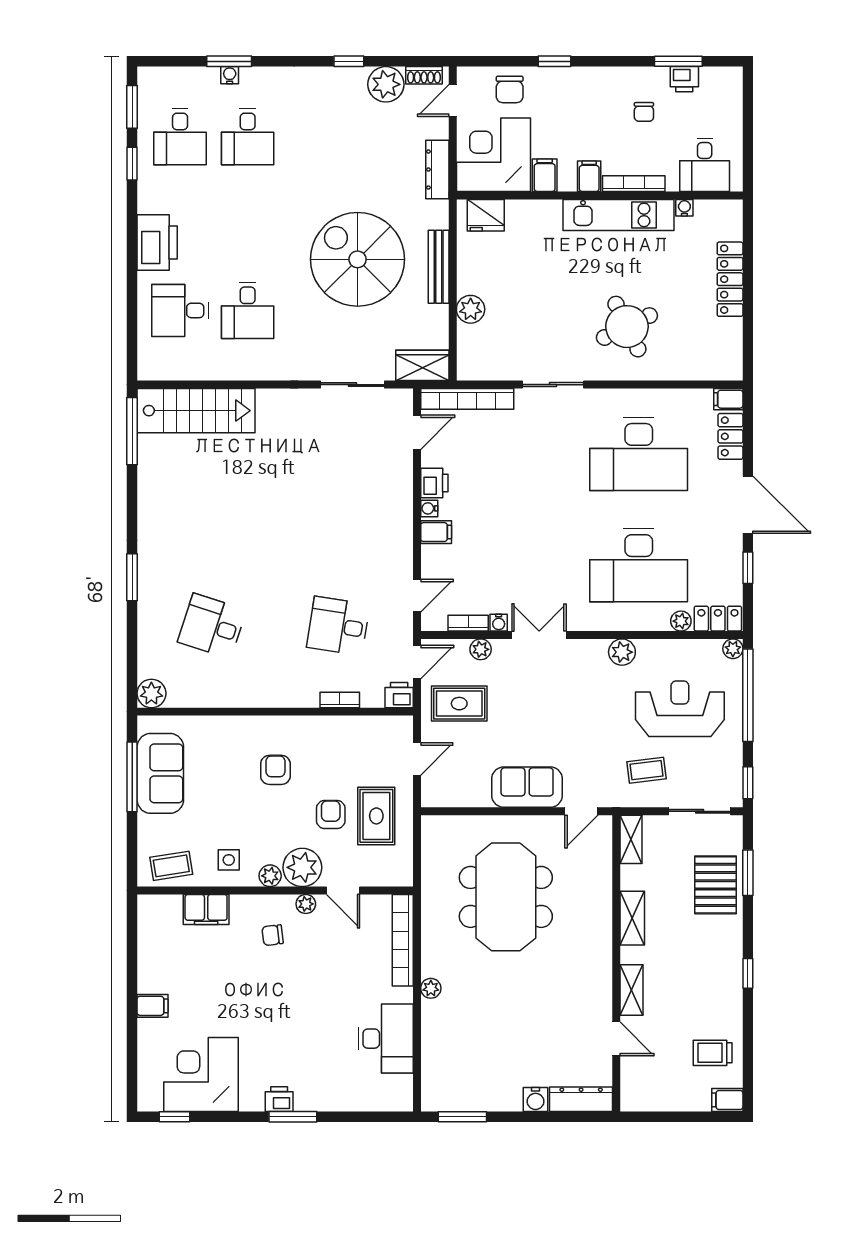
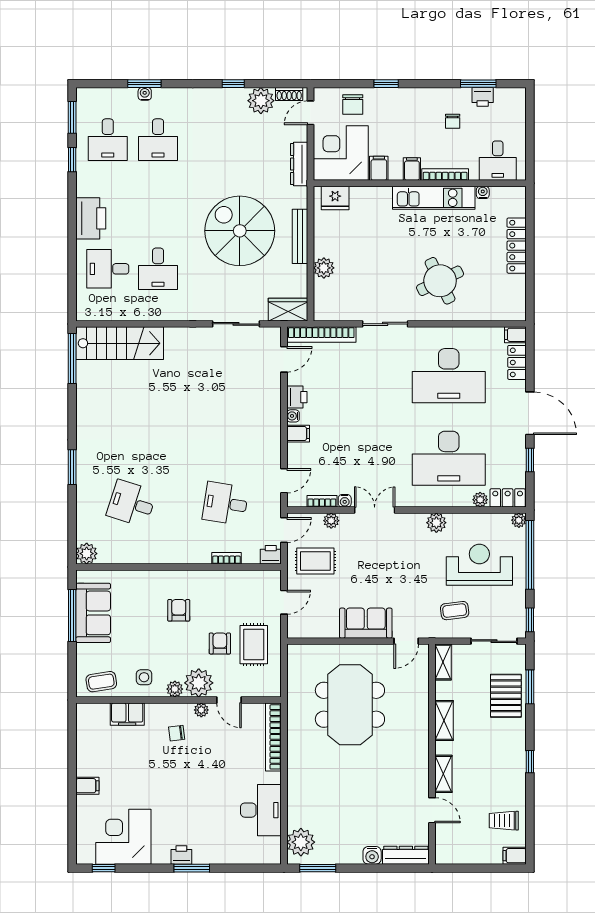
plant: (431, 988) -> (301, 842), moved, width x1.87, depth x1.87

